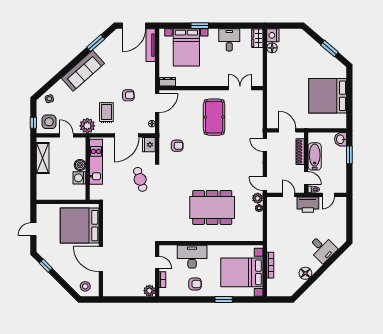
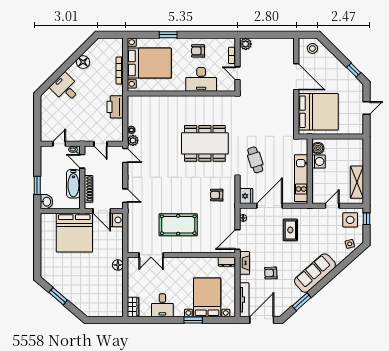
nightstand: (273, 35) -> (117, 220), moved
floor lamp: (272, 48) -> (118, 265), moved
fireplace: (150, 80) -> (244, 263), added
armchair: (128, 95) -> (271, 273), moved
bed: (328, 96) -> (74, 233), moved, turned 90
pool table: (214, 117) -> (178, 225), turned 90
plant: (87, 126) -> (310, 216), removed
door: (66, 135) -> (332, 206), swing flipped
boiler: (80, 165) -> (318, 148), moved
printer: (308, 205) -> (115, 107), moved, turned -90
dining table: (212, 208) -> (205, 143), moved

